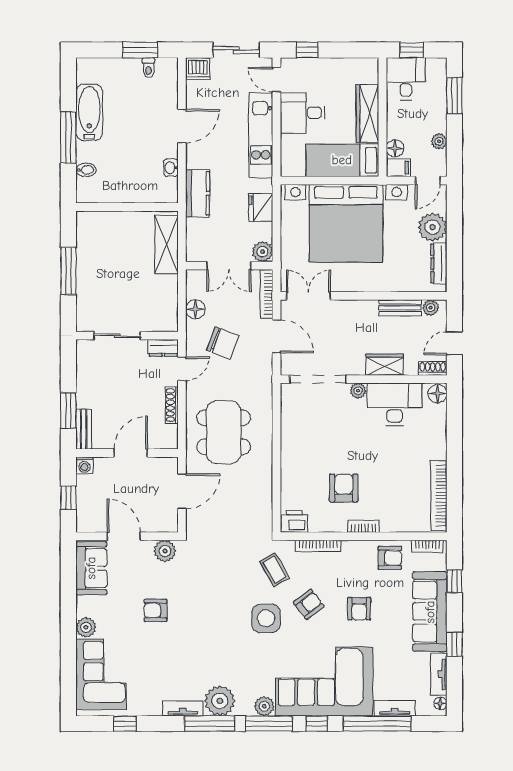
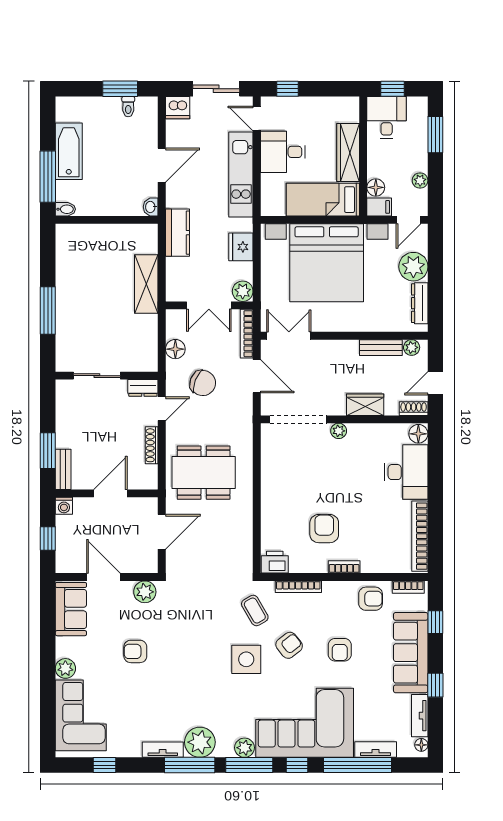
wall: (127, 207) -> (107, 220), moved
desk: (395, 404) -> (406, 472), moved, turned 90
dining table: (224, 432) -> (204, 473), turned 90

